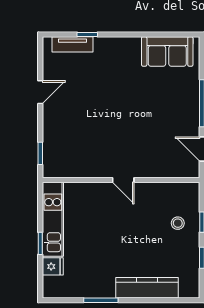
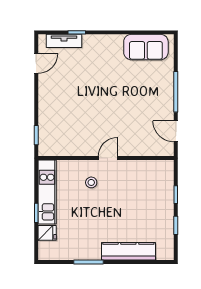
door: (40, 92) -> (36, 63), moved
door: (123, 180) -> (108, 158), swing flipped
stool: (178, 223) -> (91, 182), moved

